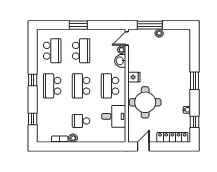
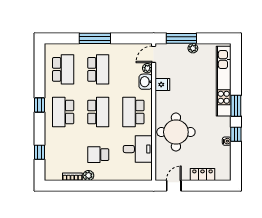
window: (78, 25) -> (95, 38), width x1.44
kitchen unit: (185, 60) -> (224, 81), added
fridge: (134, 77) -> (162, 85), moved
school desk: (81, 86) -> (98, 112), turned 180
window: (195, 122) -> (236, 134), moved
locker: (172, 137) -> (202, 175), width x0.66

